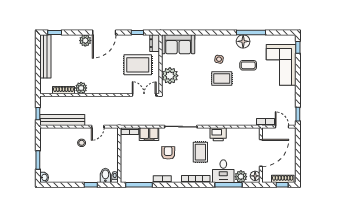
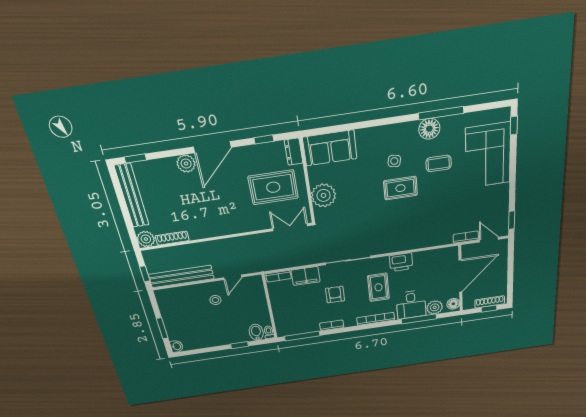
plant: (81, 88) -> (146, 239), moved

